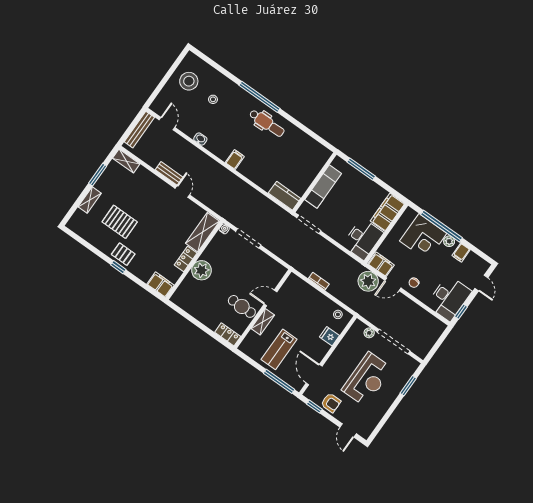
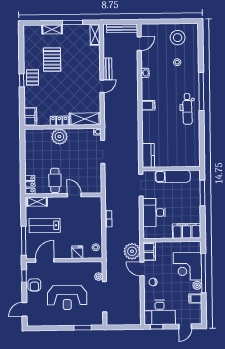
desk: (363, 239) -> (154, 213), moved, turned 90
shelving: (263, 322) -> (37, 202), moved

